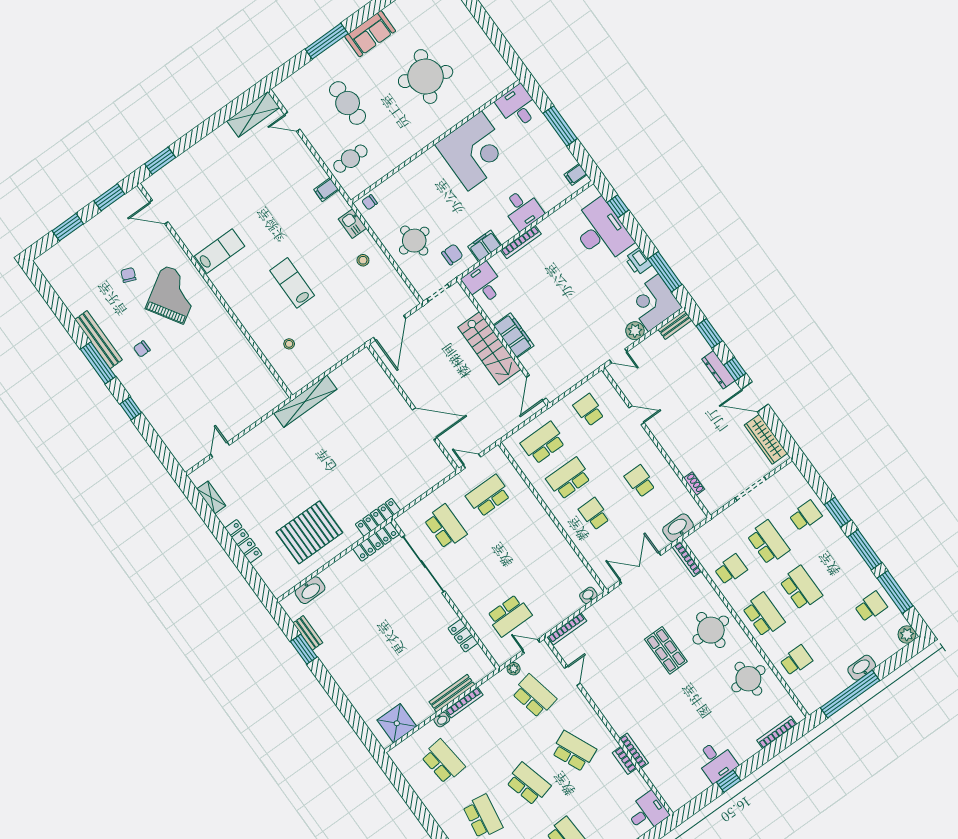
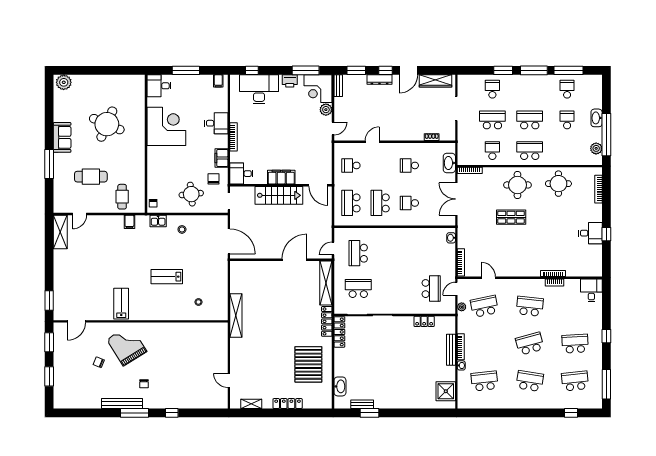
shelving: (424, 482) -> (326, 283), added
plant: (907, 634) -> (596, 148), moved
school desk: (796, 660) -> (567, 120), moved
school desk: (574, 751) -> (530, 306), turned 30

